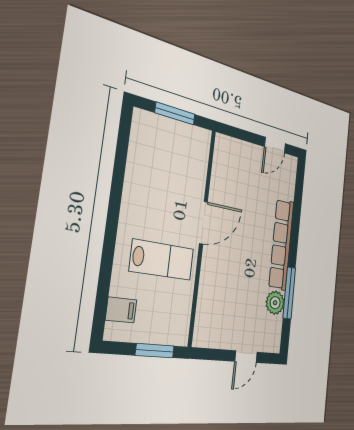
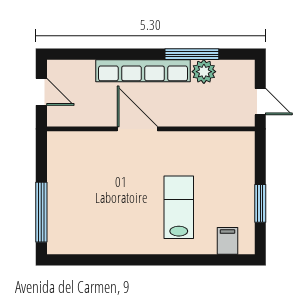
window: (175, 114) -> (41, 212), width x1.44
door: (203, 223) -> (137, 129), moved
wall: (202, 237) -> (151, 129), moved

